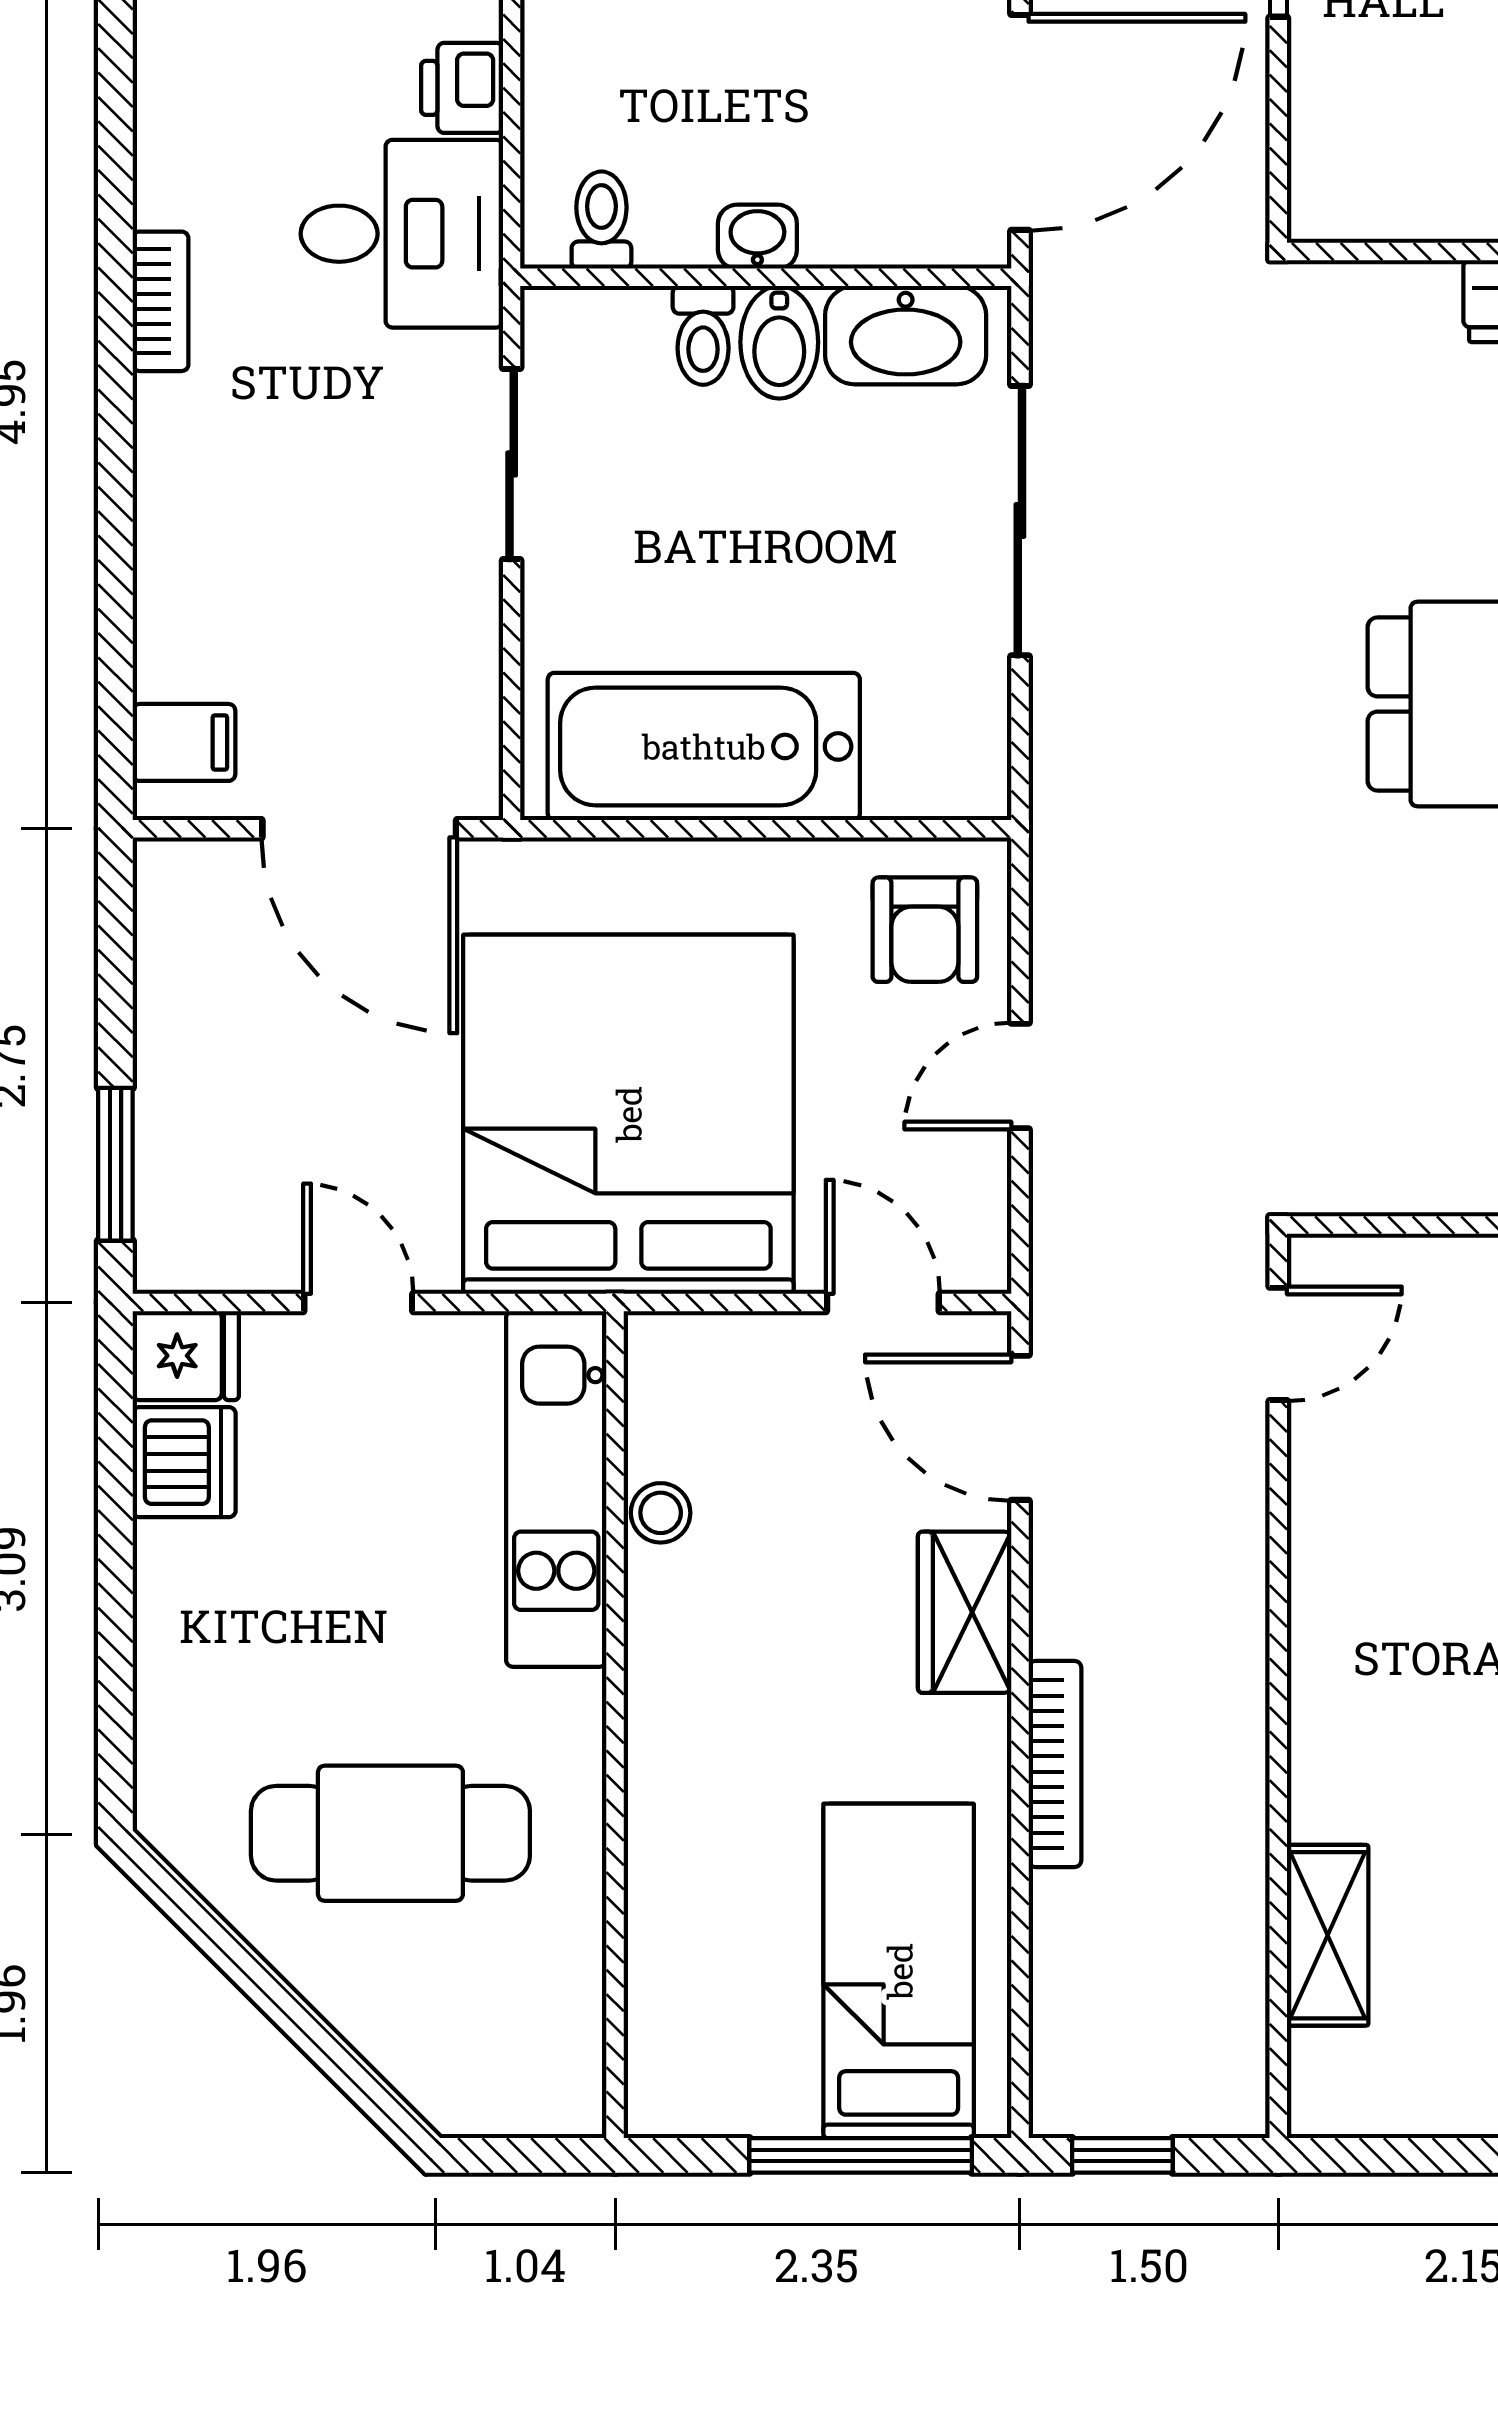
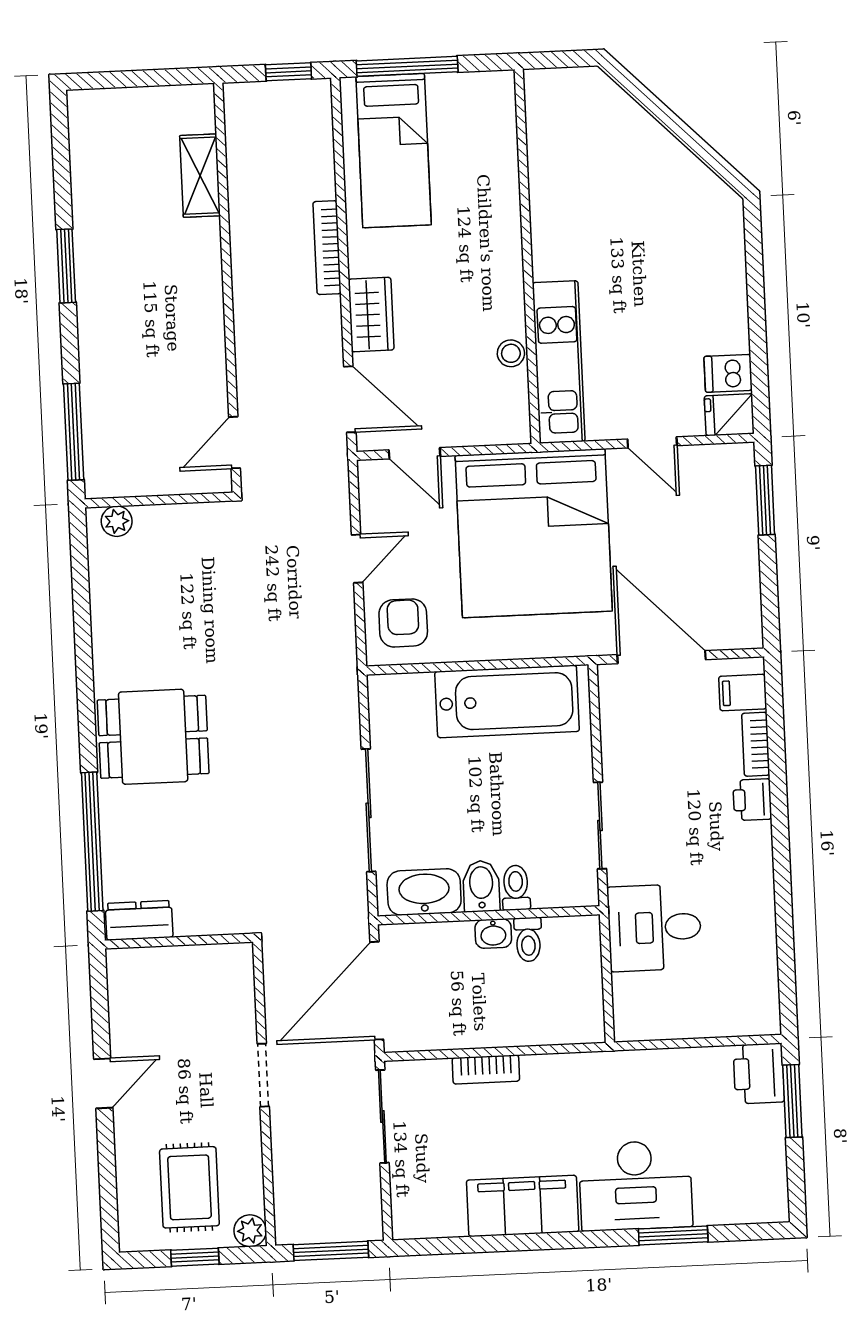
printer: (462, 88) -> (752, 800), moved, turned 180
toilet: (601, 220) -> (528, 939), moved
bookcase: (160, 301) -> (756, 744), moved
dishwasher: (184, 1462) -> (728, 373), width x0.73
cafe table: (390, 1833) -> (627, 203), removed

